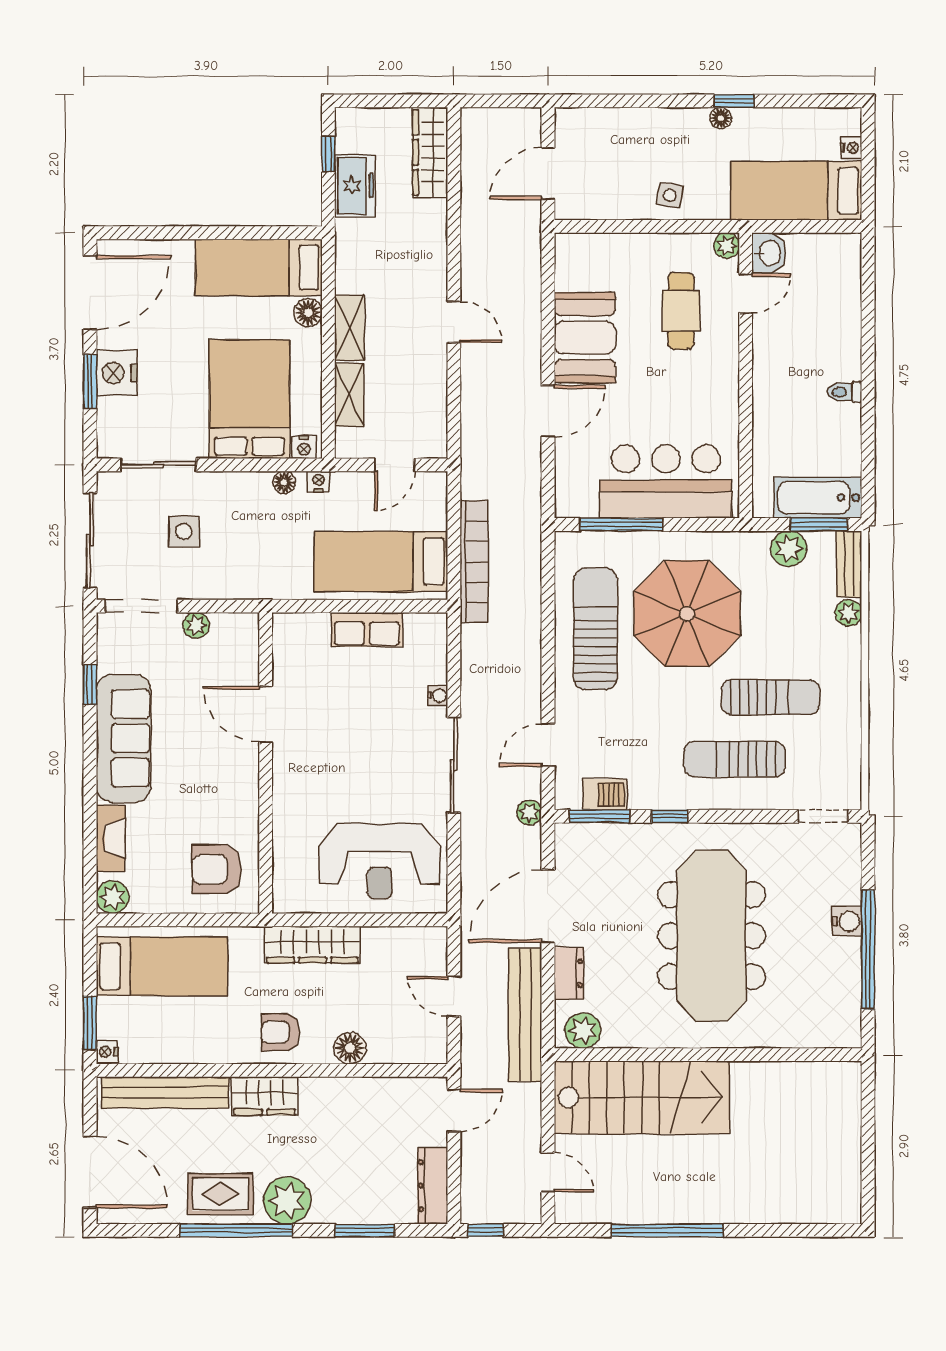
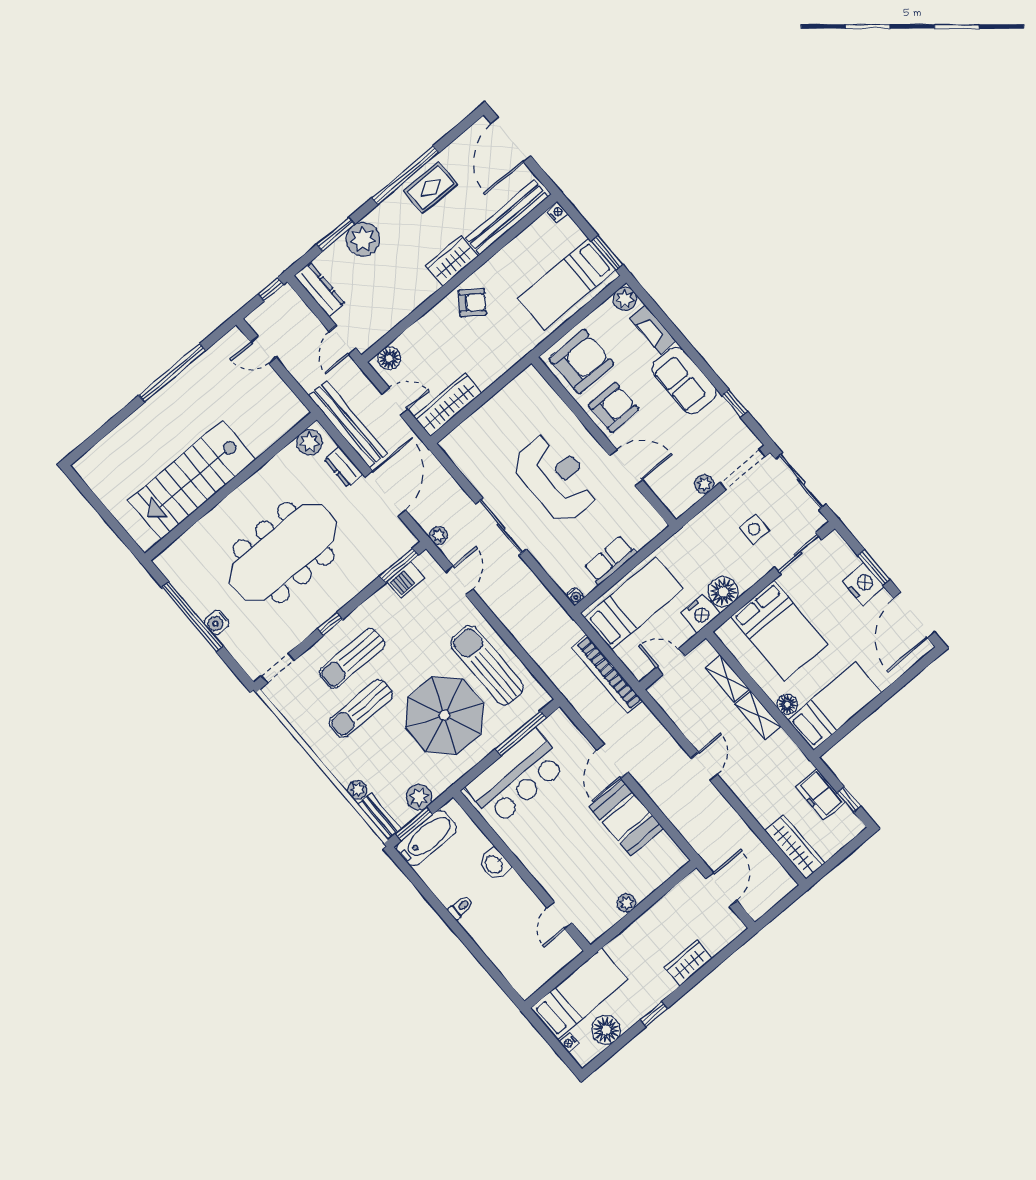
floor lamp: (721, 118) -> (606, 1030), moved, width x1.89, depth x1.89
wardrobe: (651, 125) -> (688, 963), added
side table: (670, 195) -> (645, 934), removed
plant: (727, 246) -> (626, 903), moved
washbasin: (769, 253) -> (494, 864), moved
cafe table: (681, 311) -> (586, 876), removed
door: (454, 322) -> (704, 766), swing flipped
nightstand: (304, 447) -> (728, 630), removed
door: (395, 465) -> (671, 662), hinge flipped
floor lamp: (284, 482) -> (723, 592), width x1.89, depth x1.89
nightstand: (318, 482) -> (700, 613), width x1.89, depth x1.79
bookcase: (474, 562) -> (607, 674), moved
sun lounger: (595, 629) -> (487, 665), turned 180
water cooler: (438, 695) -> (575, 596), moved, turned -90
sofa: (124, 738) -> (684, 380), width x0.73
sun lounger: (734, 759) -> (352, 658), turned 180
armchair: (224, 791) -> (614, 407), added
window: (670, 816) -> (330, 624), moved
reception desk: (380, 861) -> (556, 478), moved, turned 90
armchair: (217, 869) -> (581, 361), width x1.36, depth x1.36
meeting table: (712, 936) -> (283, 553), turned 90
wardrobe: (312, 945) -> (448, 405), moved
window: (90, 1023) -> (607, 253), moved
armchair: (280, 1032) -> (472, 303), turned 36
floor lamp: (350, 1048) -> (389, 358), moved
stairs: (642, 1097) -> (192, 480), moved
door: (90, 1172) -> (511, 140), hinge flipped
plant: (287, 1200) -> (363, 239), moved

